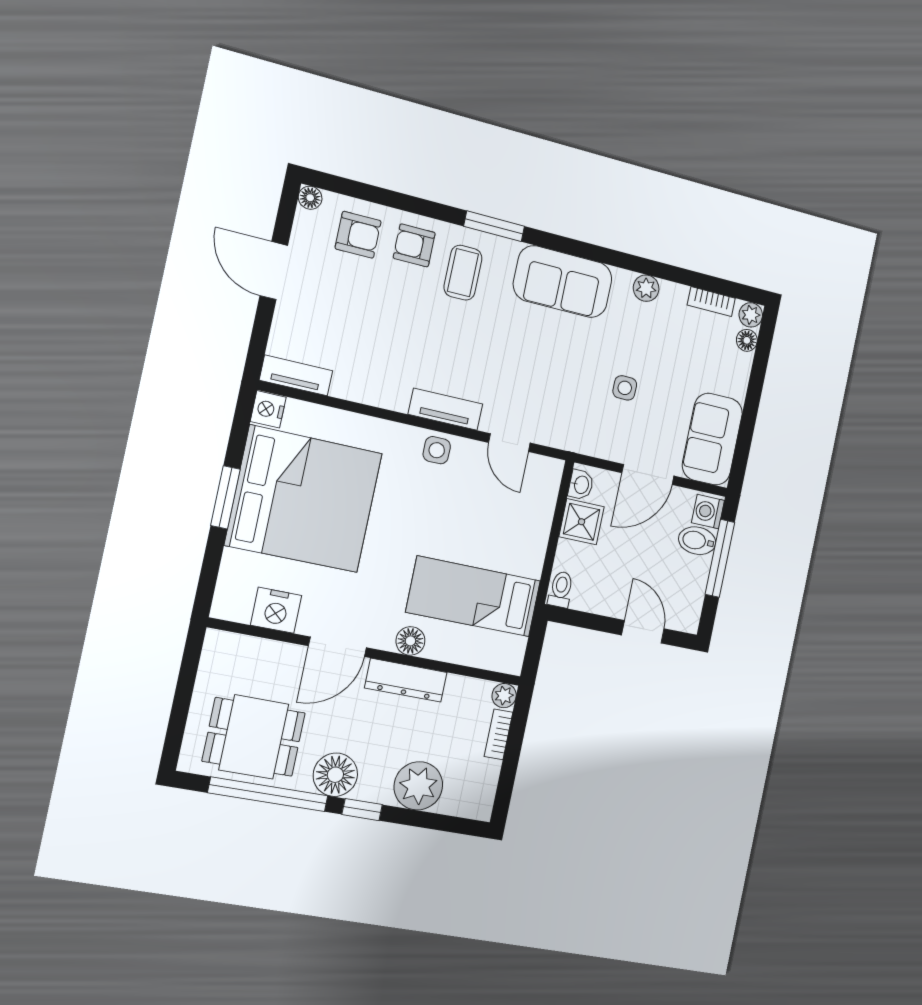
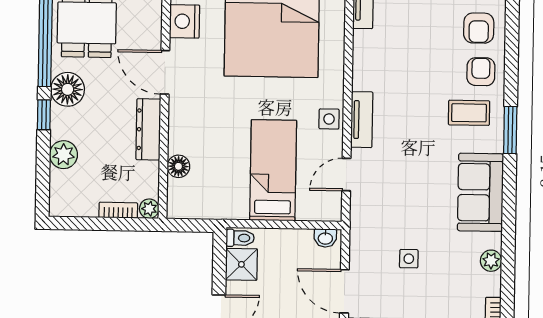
shower: (581, 522) -> (241, 264), moved
bed: (473, 596) -> (273, 170), moved
floor lamp: (410, 641) -> (178, 166), moved
plant: (418, 786) -> (63, 155), width x0.73, depth x0.73

